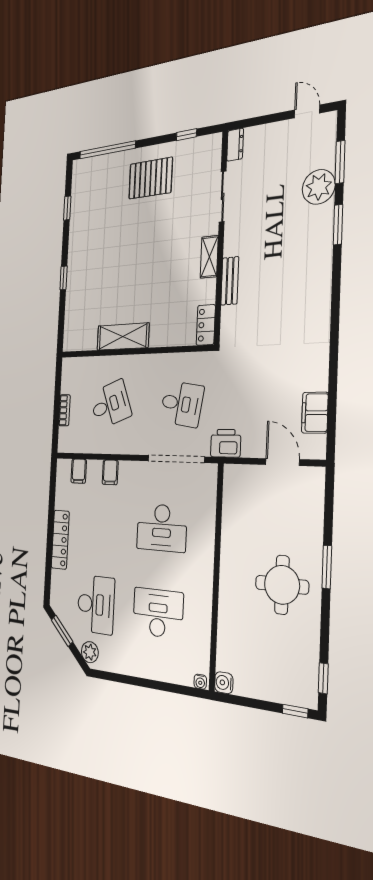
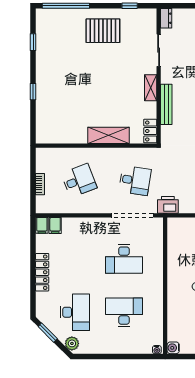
bench: (230, 281) -> (166, 104), width x1.36
shelving: (123, 337) -> (108, 135), moved
filing cabinet: (110, 472) -> (42, 225), moved

